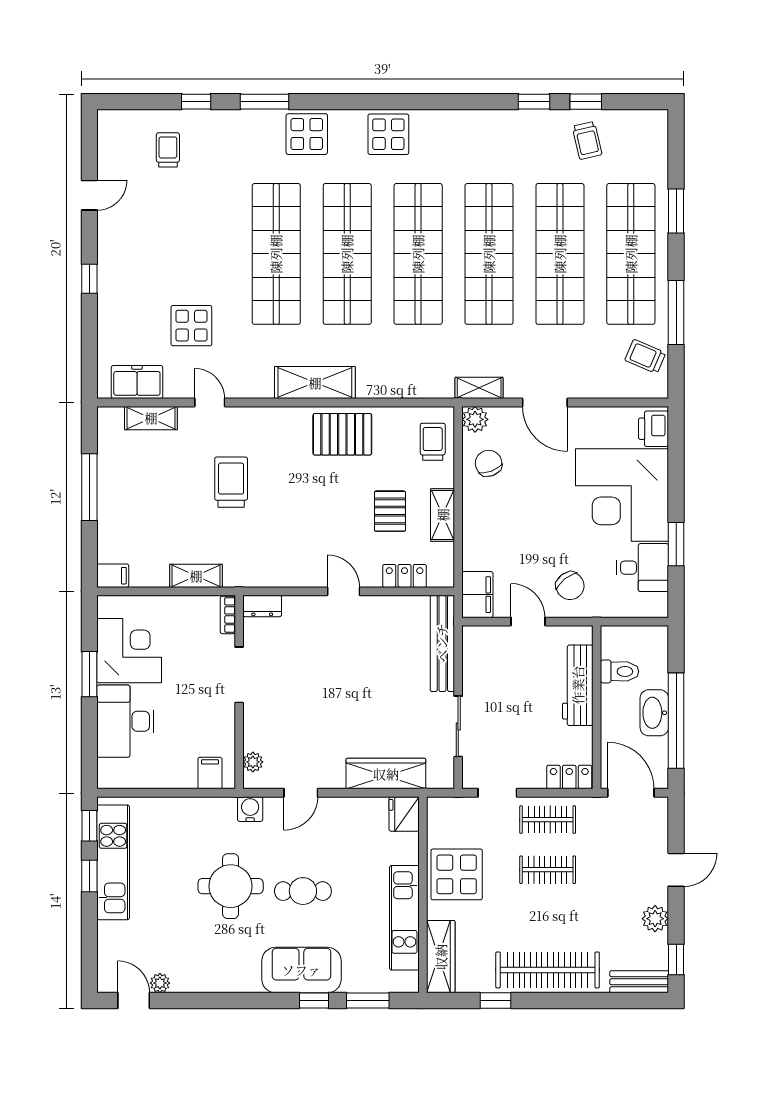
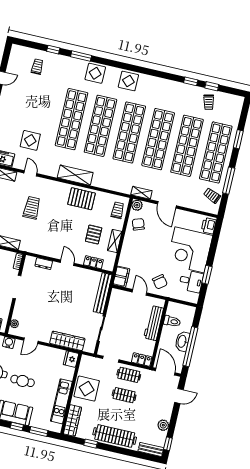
dresser: (262, 606) -> (44, 264), moved
door: (676, 870) -> (179, 396), moved

